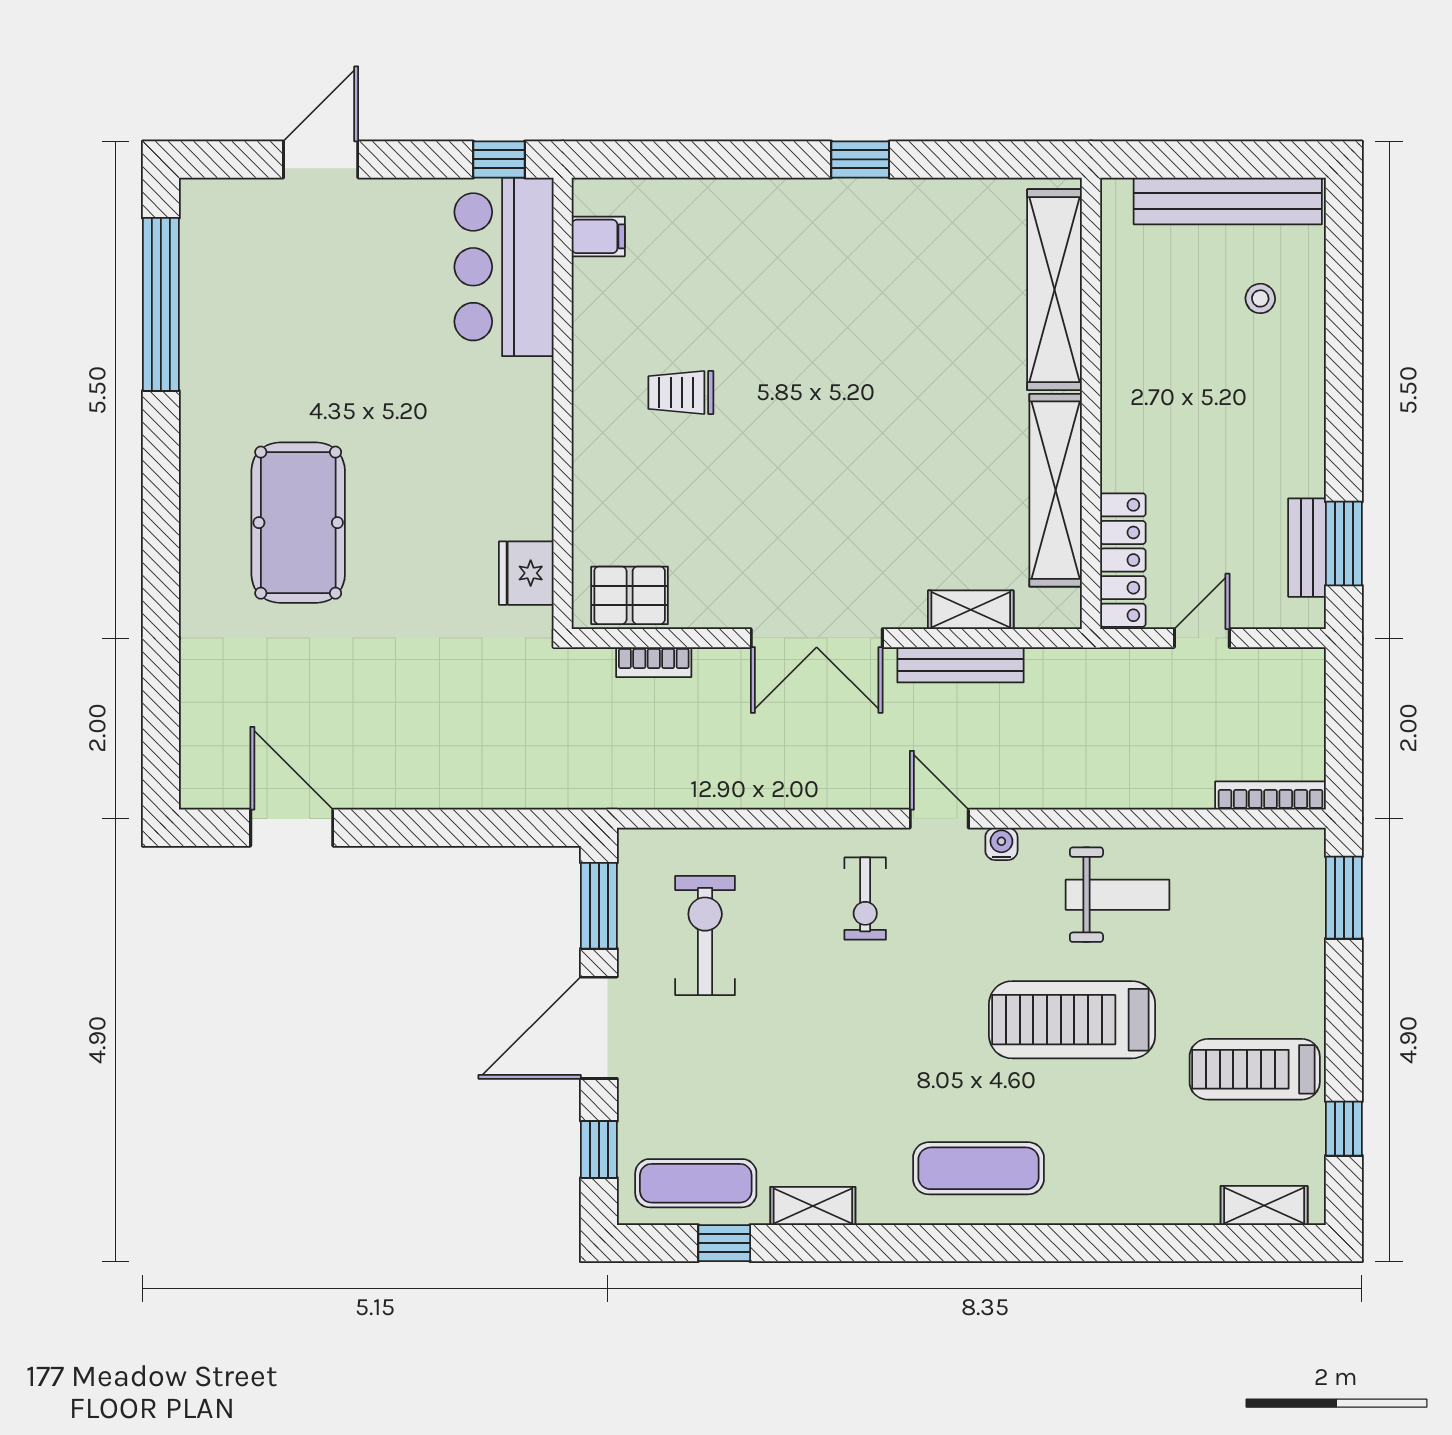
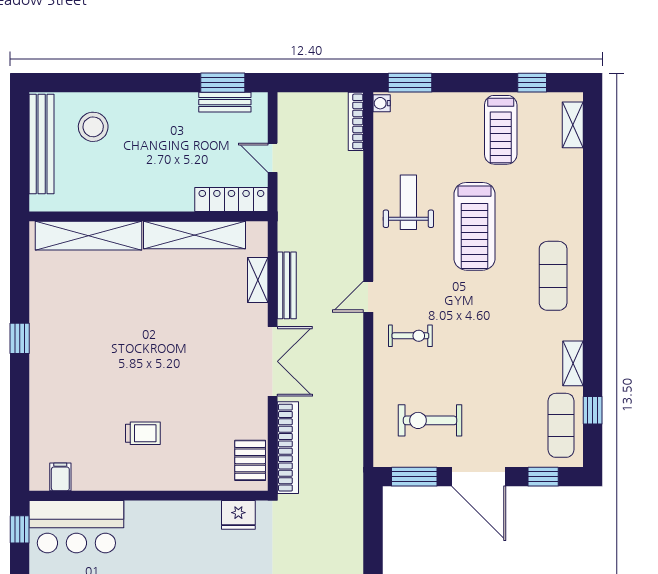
stool: (1260, 298) -> (93, 127), width x1.89, depth x1.89
trolley: (681, 393) -> (143, 433), turned -90
bookcase: (654, 662) -> (288, 448), width x2.31, depth x1.31
water cooler: (1001, 844) -> (382, 103), moved

